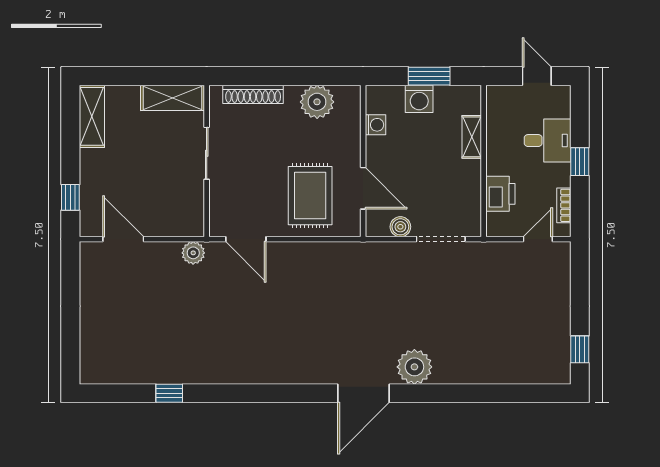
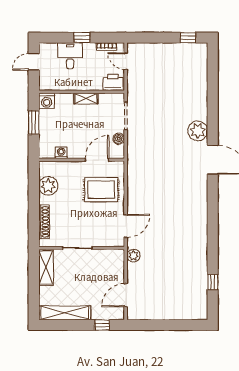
washing machine: (419, 99) -> (47, 101), moved, turned 90
shelving: (92, 116) -> (65, 313), width x1.47
shelving: (472, 137) -> (86, 98), moved
printer: (500, 194) -> (113, 82), moved
window: (169, 393) -> (213, 282), moved

